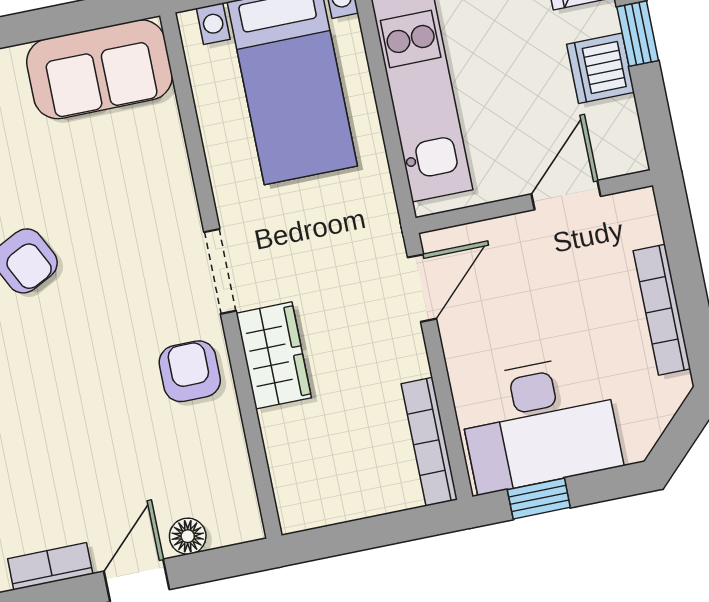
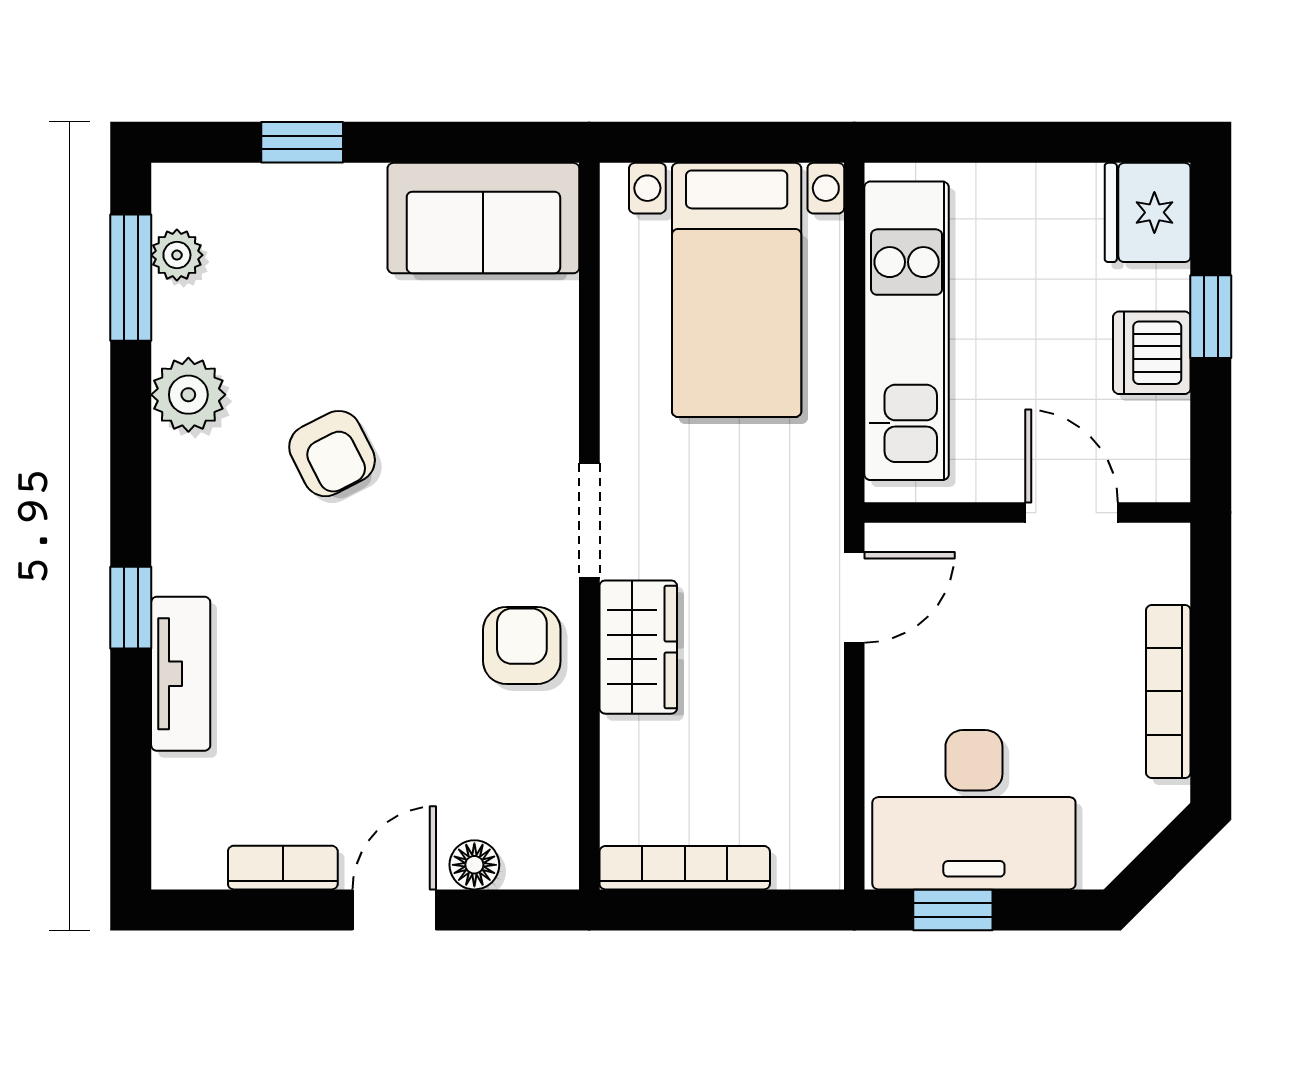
door: (566, 195) -> (1072, 513), hinge flipped
bookcase: (429, 442) -> (685, 868), moved, turned 90

